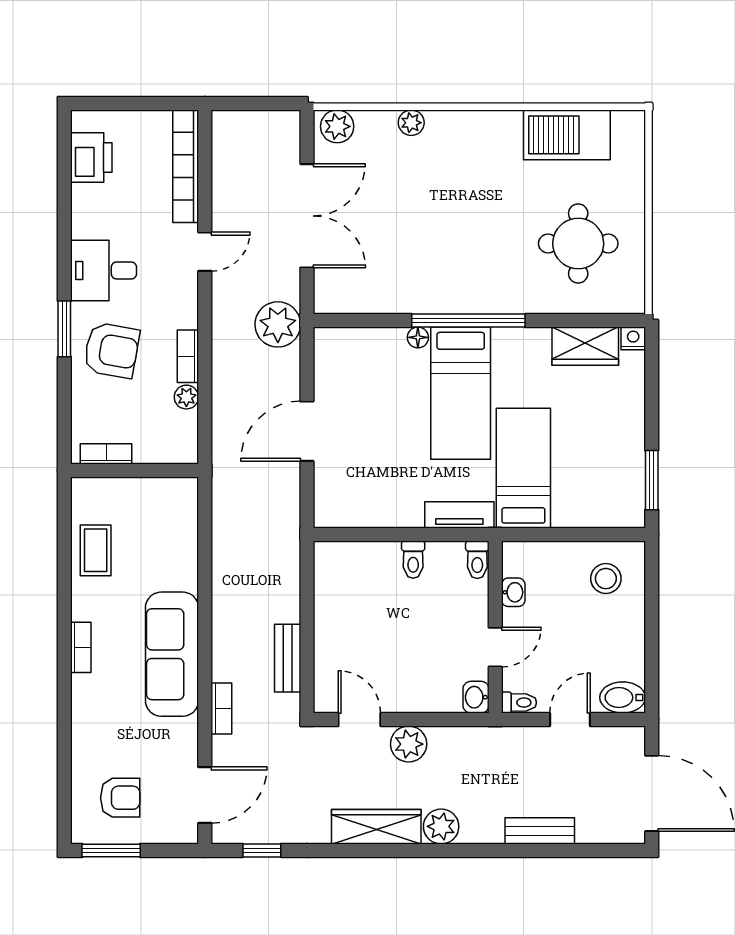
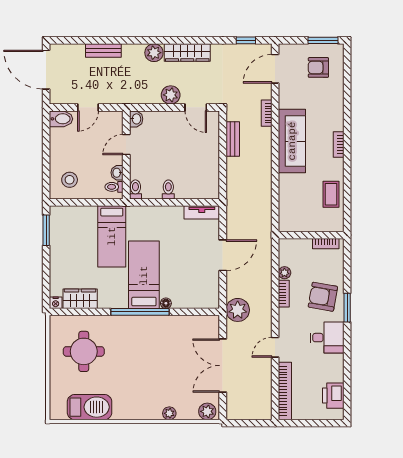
tv unit: (459, 515) -> (202, 212), moved
toilet: (519, 703) -> (114, 187), moved

